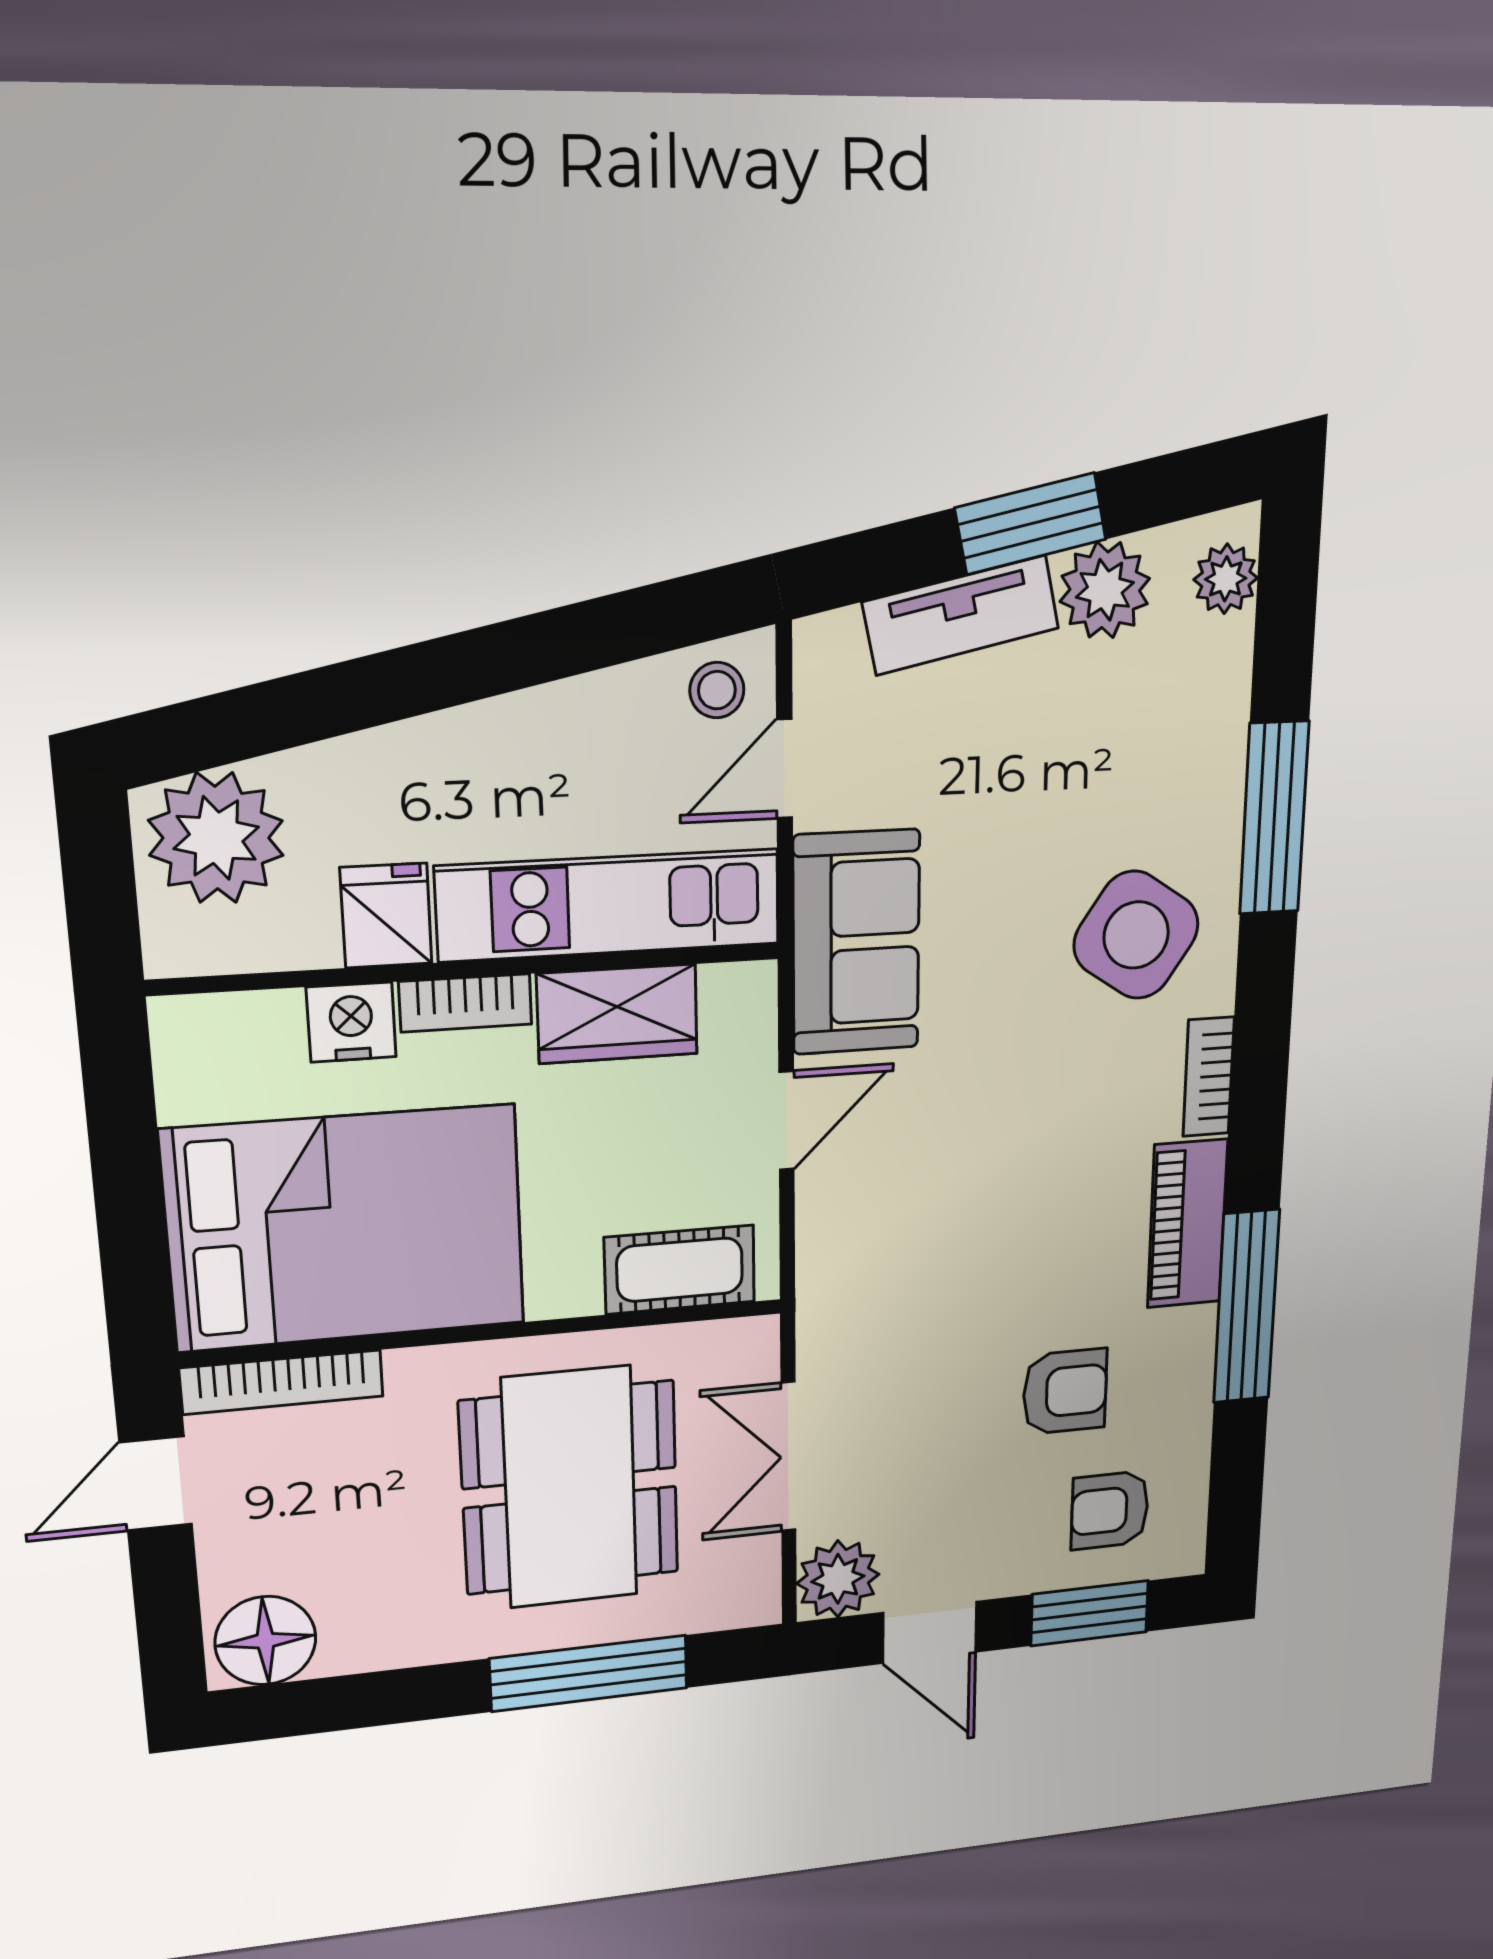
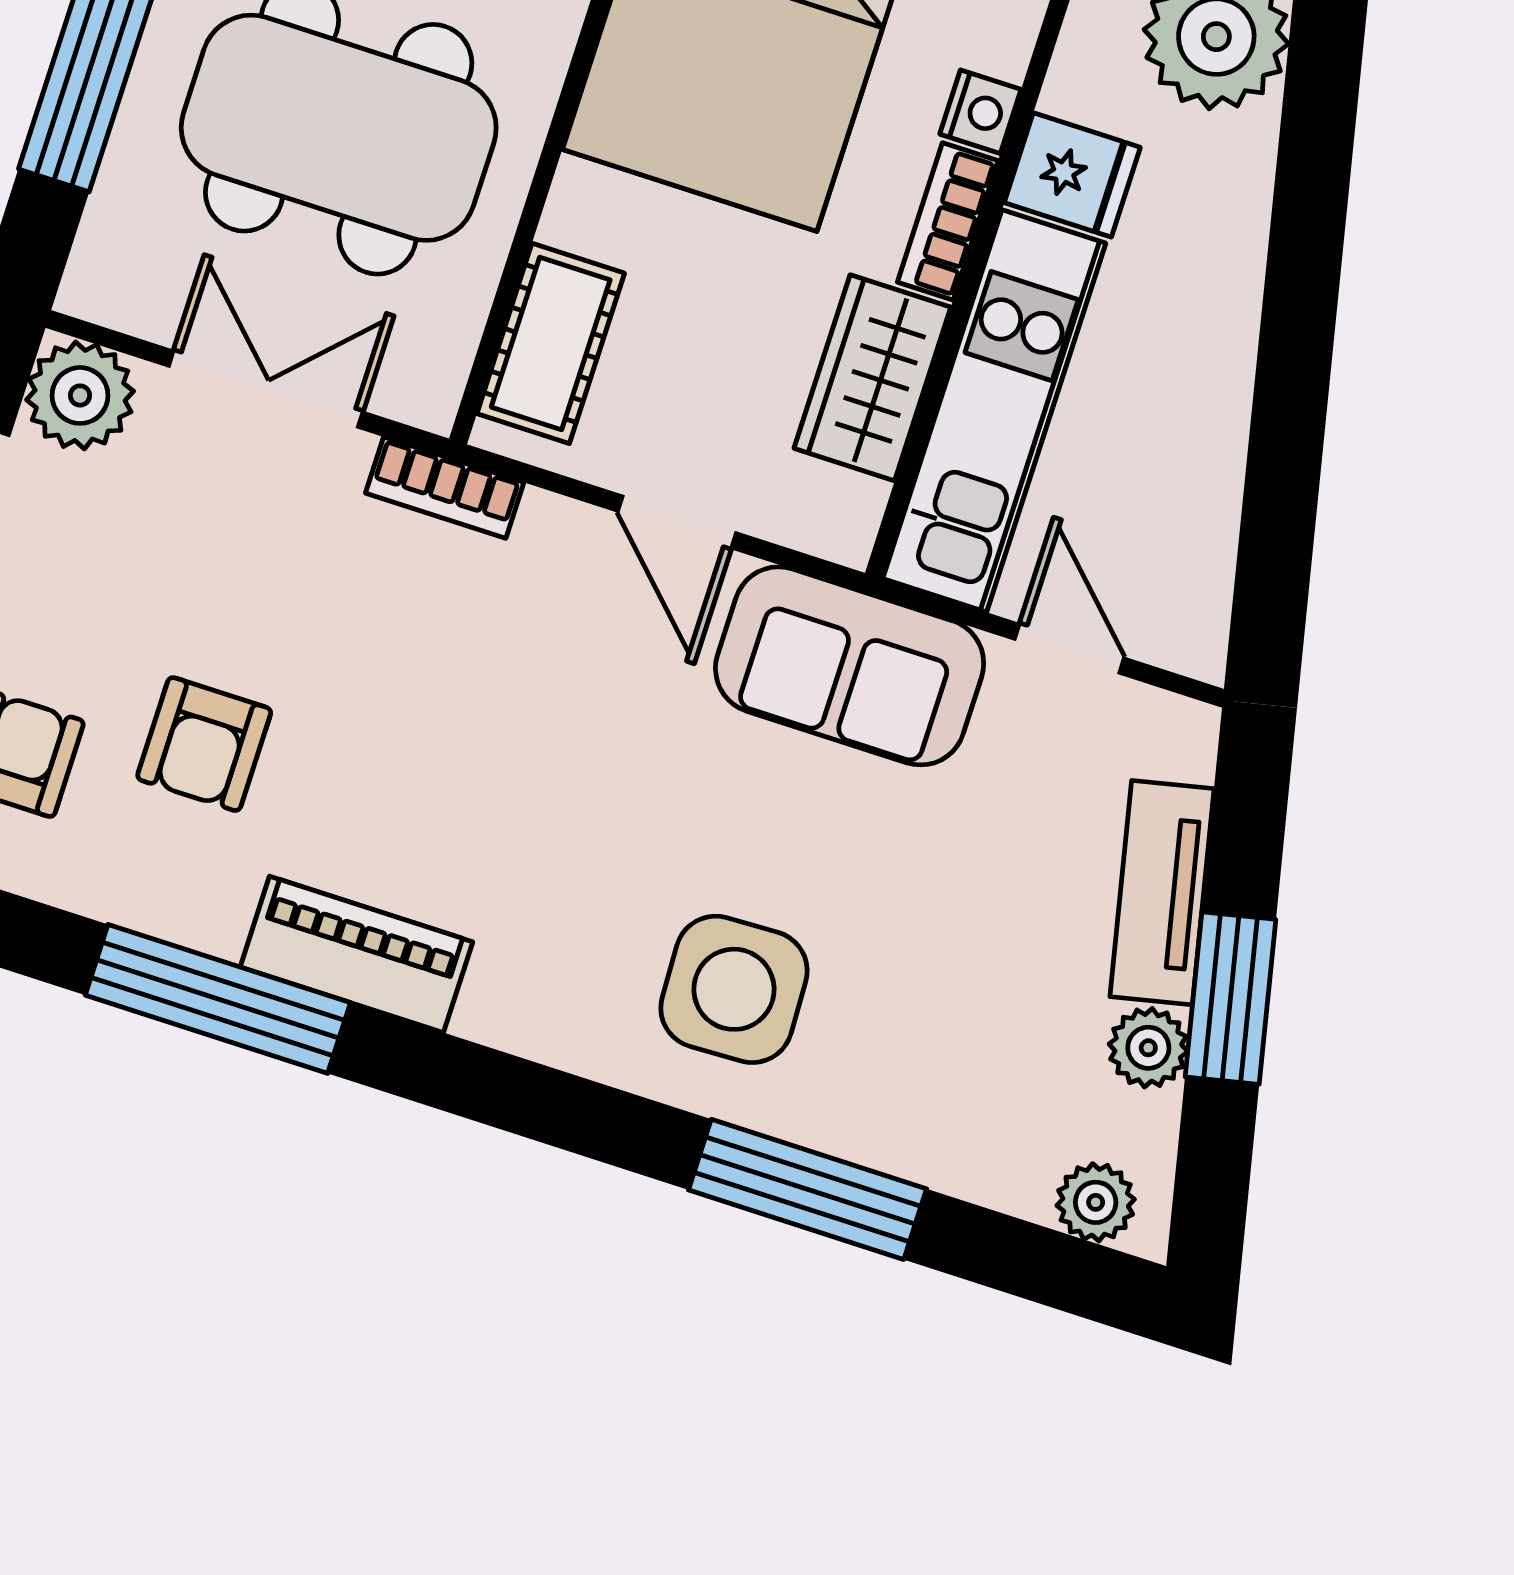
plant: (1105, 590) -> (1148, 1048), width x0.73, depth x0.73
stool: (717, 690) -> (1178, 604), removed
side table: (1136, 935) -> (734, 989), turned -36
nightstand: (351, 1022) -> (980, 112), width x0.72, depth x0.74
bookcase: (1209, 1077) -> (445, 488), moved, turned 180

